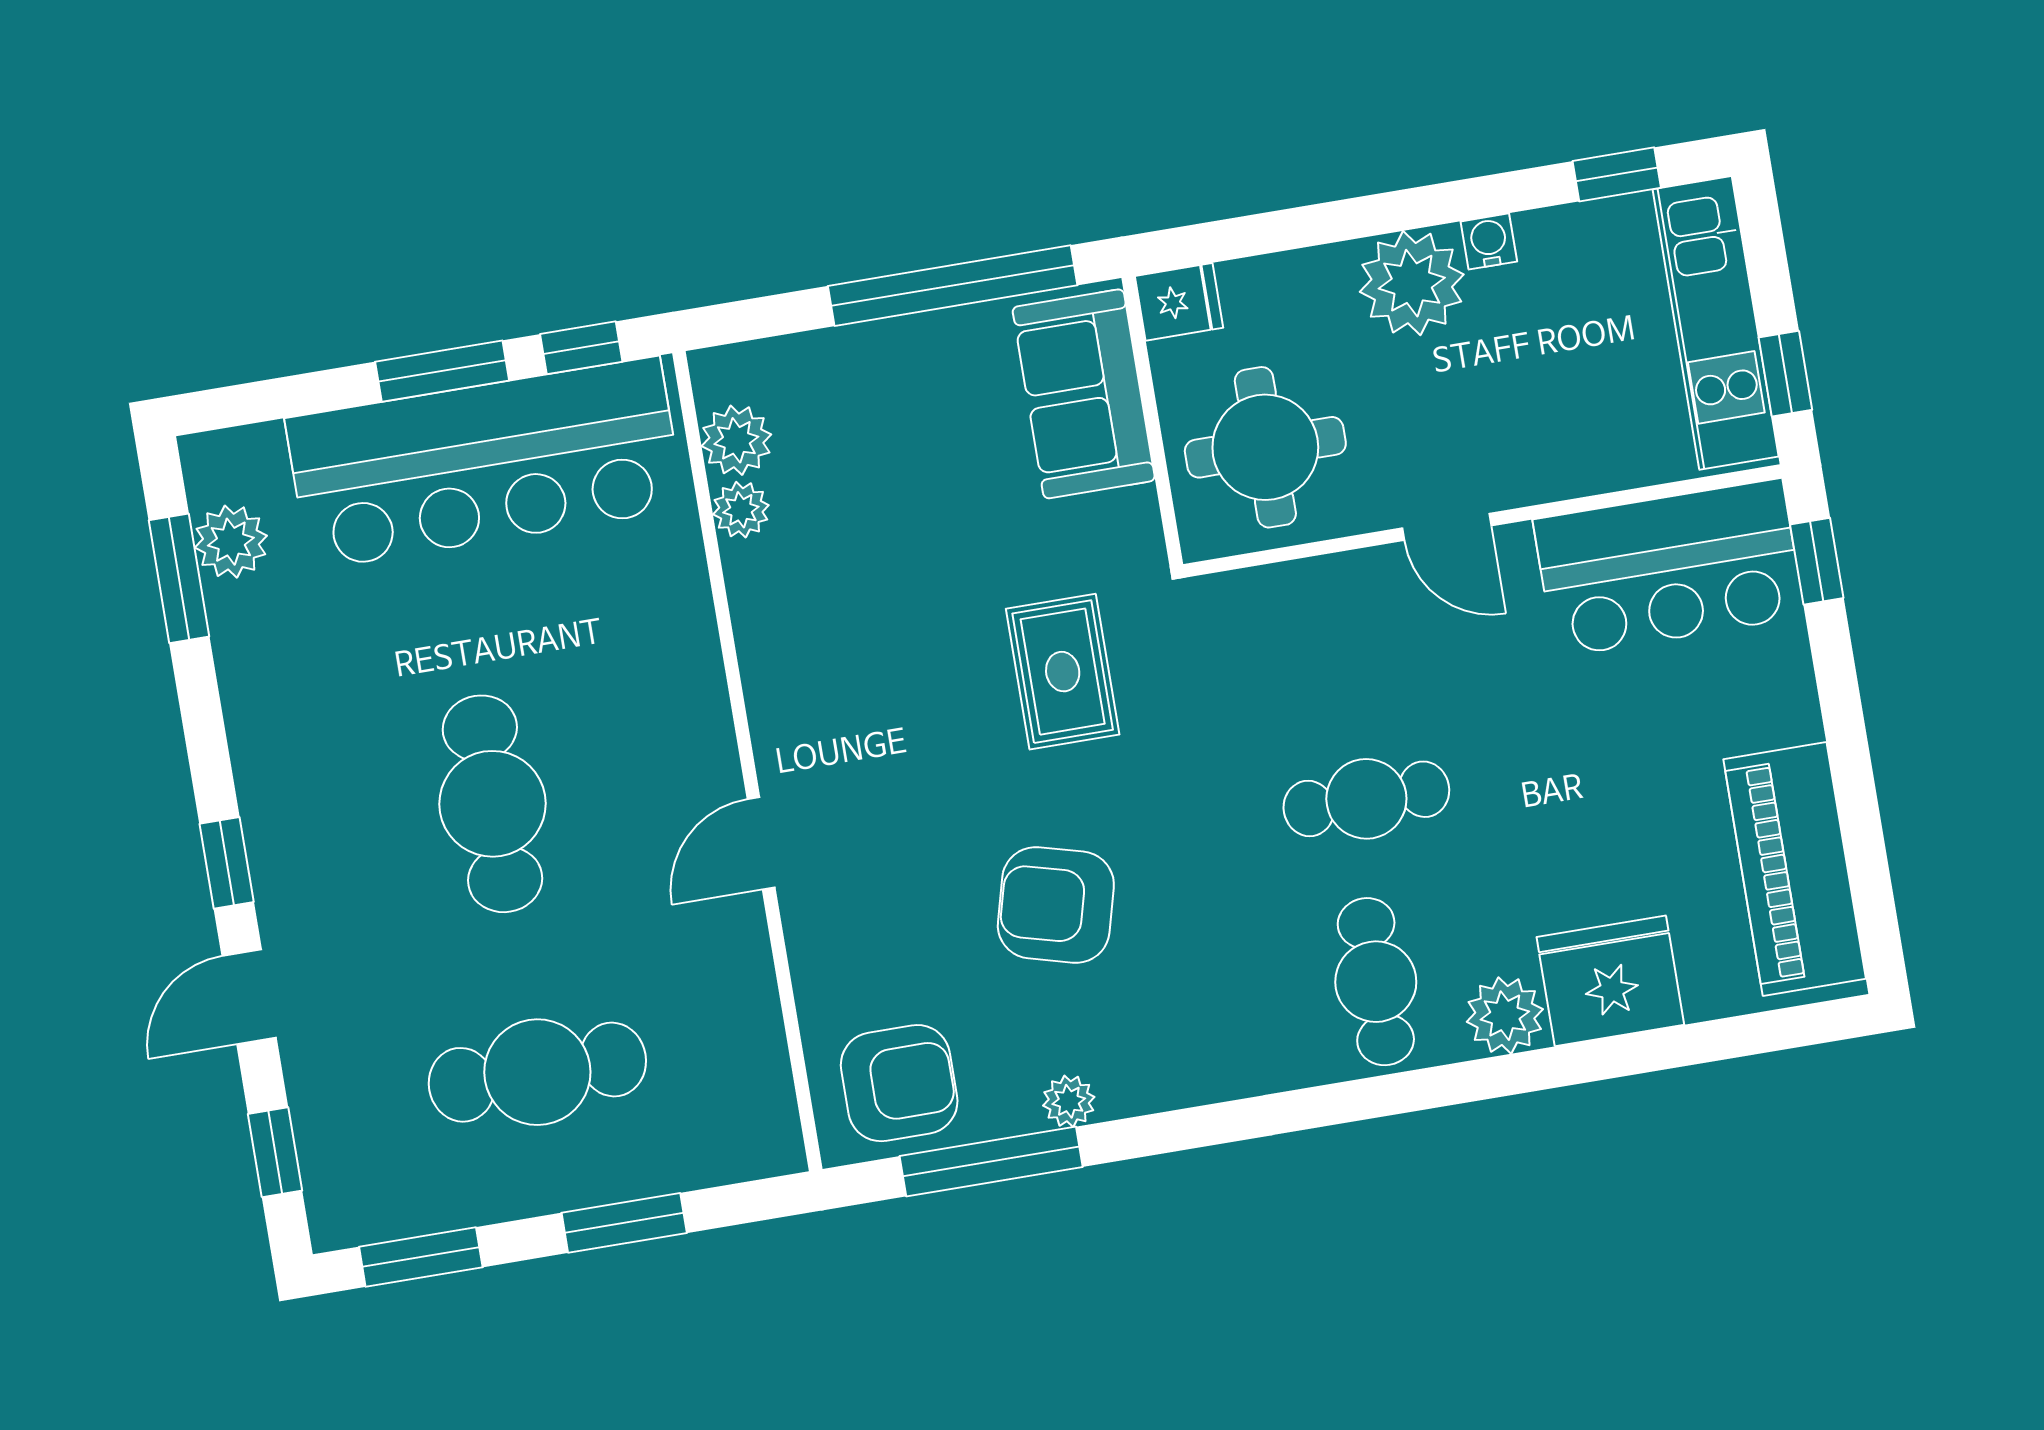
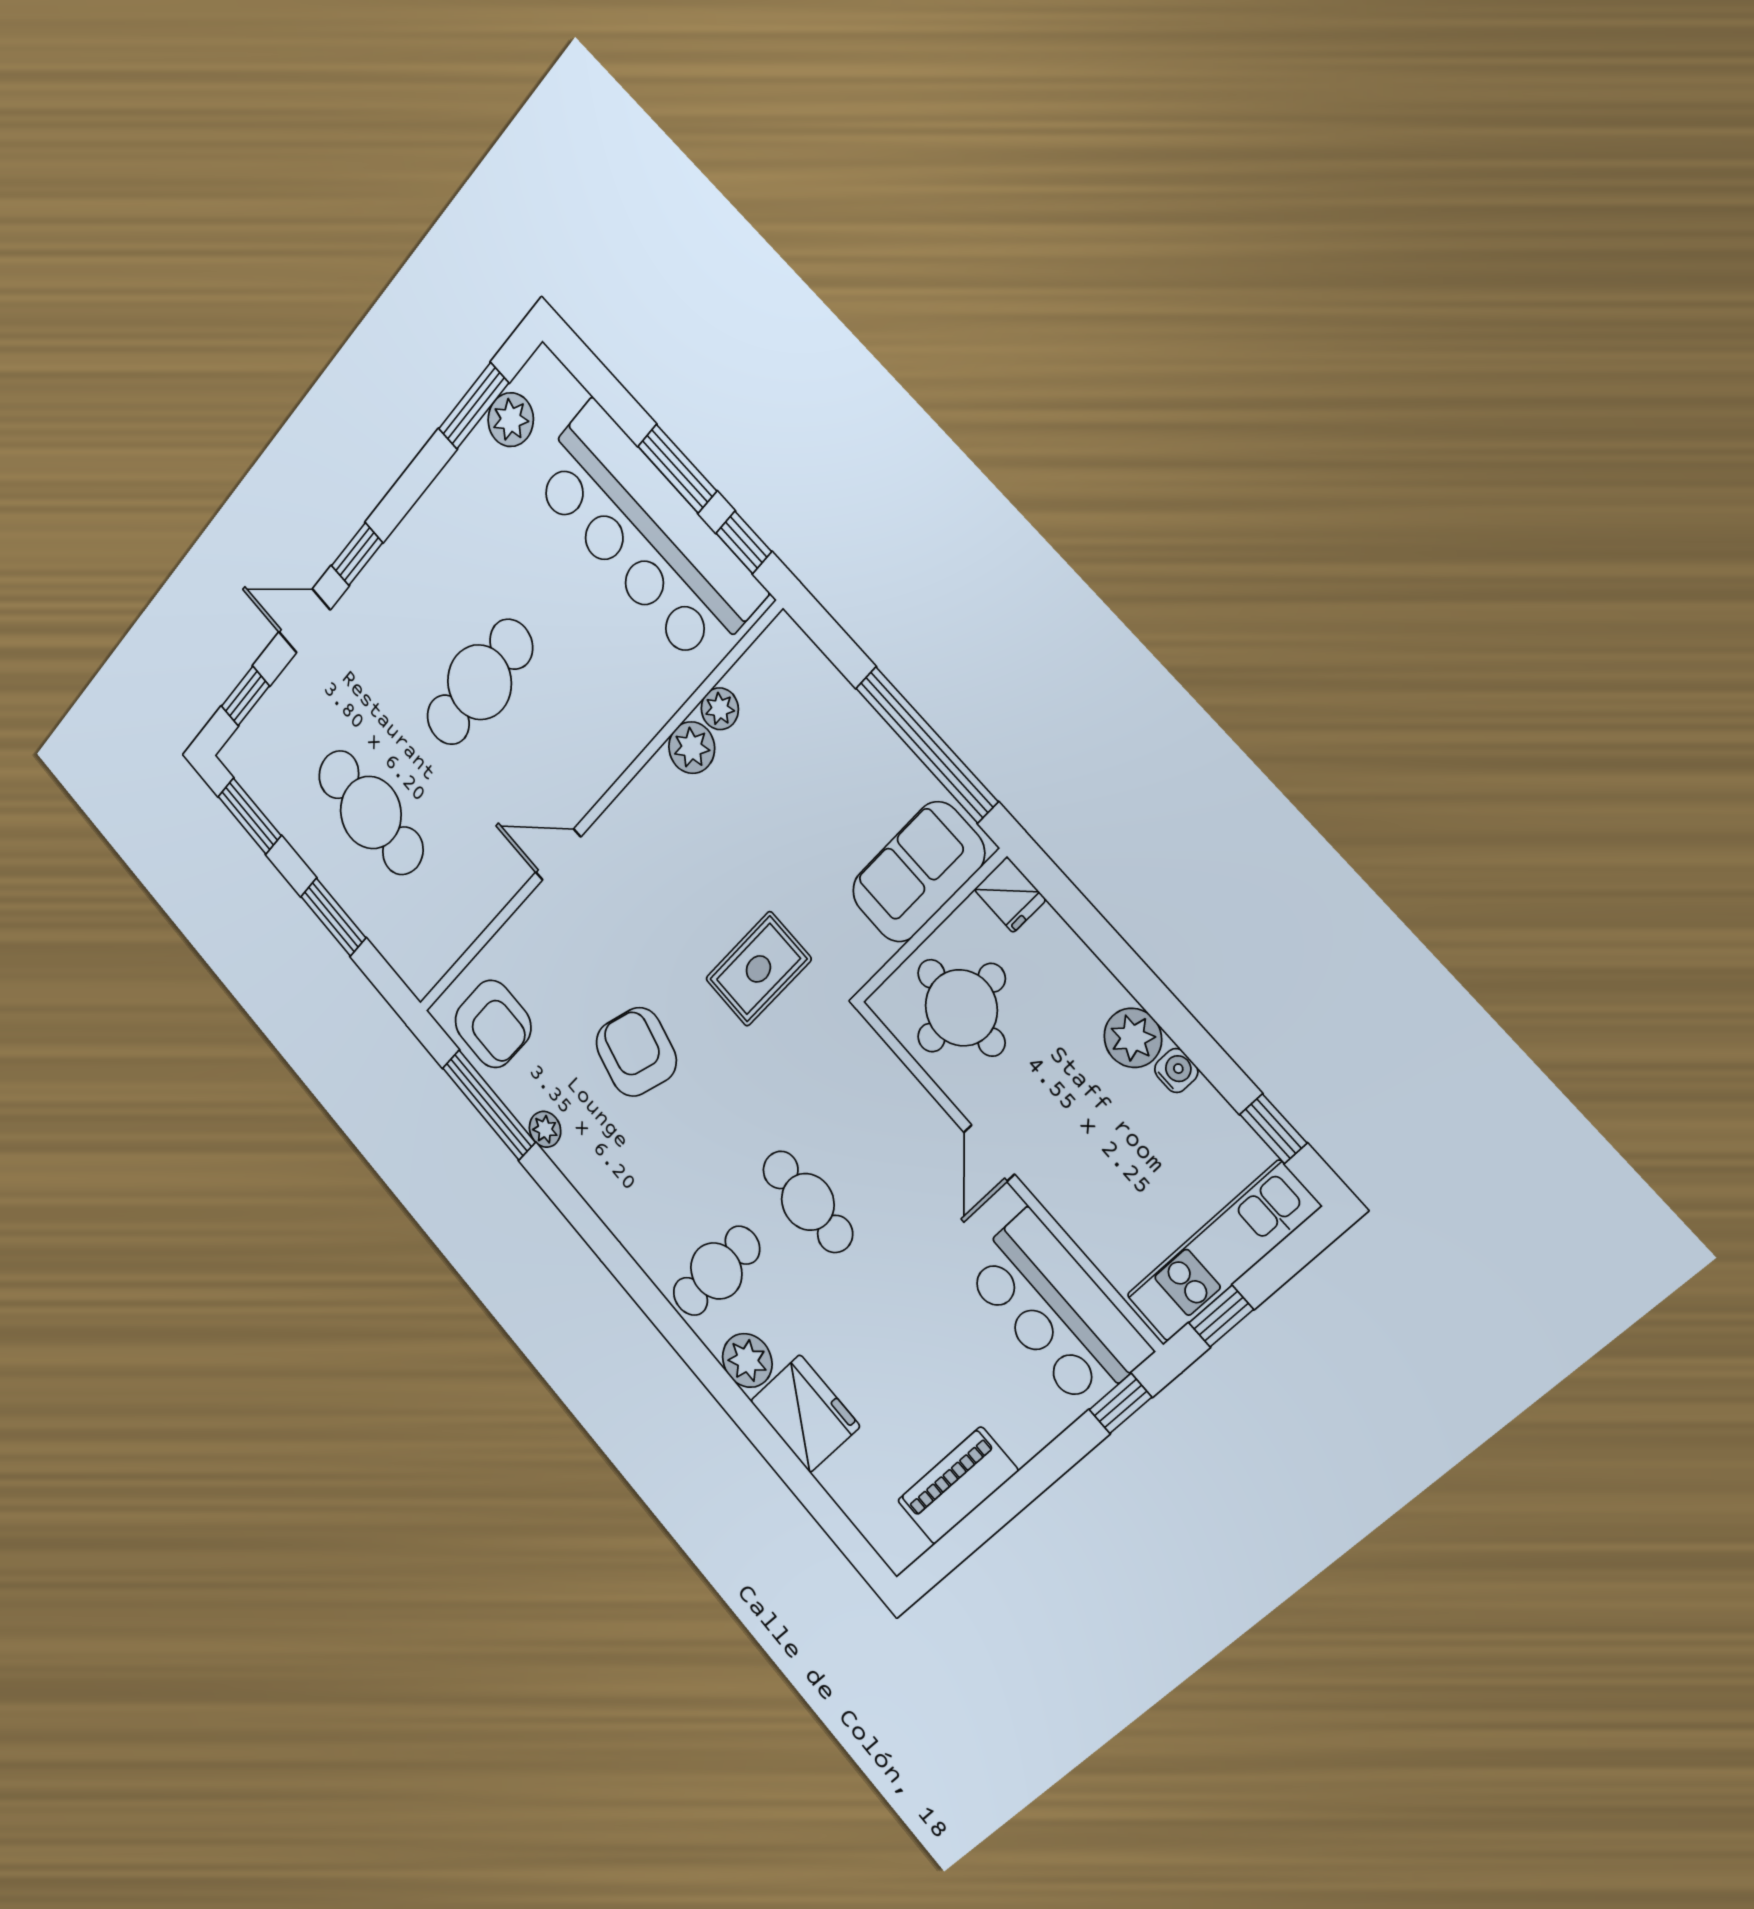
plant: (1412, 283) -> (1133, 1038), width x0.73, depth x0.73
plant: (736, 440) -> (692, 748), moved
piano: (1795, 869) -> (958, 1486), width x0.73, depth x0.75

